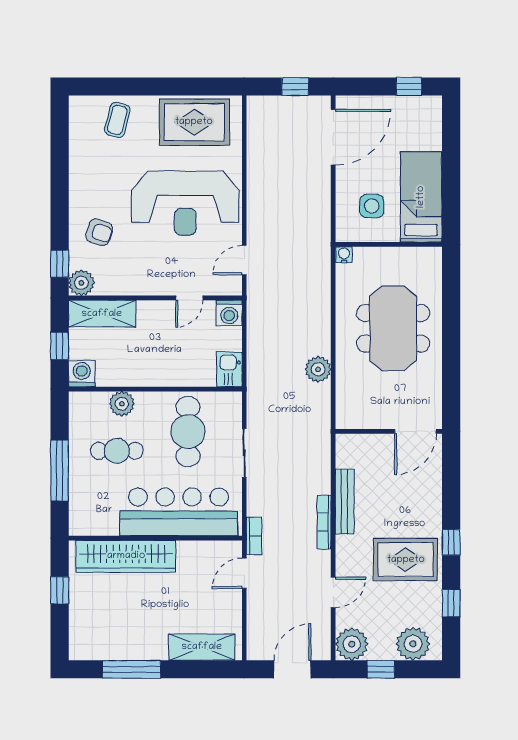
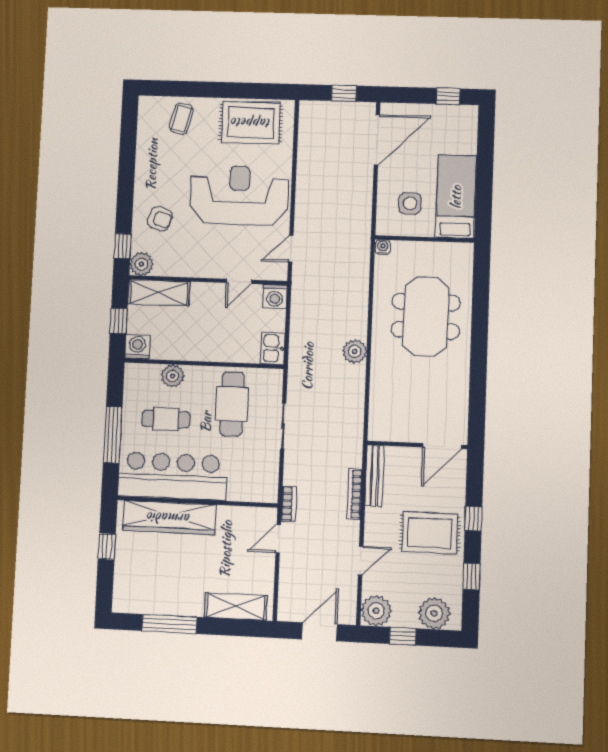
reception desk: (185, 203) -> (239, 195), turned 180
wall: (389, 431) -> (417, 445), moved
door: (415, 431) -> (442, 446), moved
bar counter: (179, 512) -> (173, 476), moved

